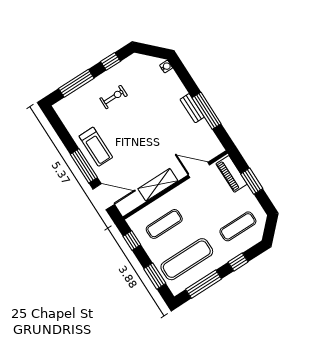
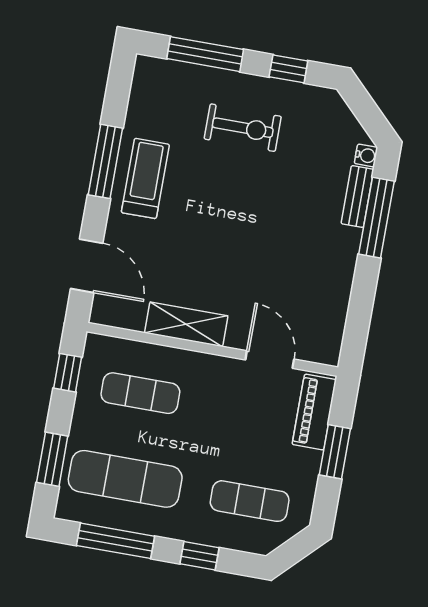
exercise bike: (114, 97) -> (243, 128), width x1.38, depth x1.39
bench: (192, 108) -> (357, 197), moved
window: (207, 111) -> (377, 218), moved
treadmill: (96, 147) -> (145, 178), turned 180
window: (84, 166) -> (105, 161), moved

